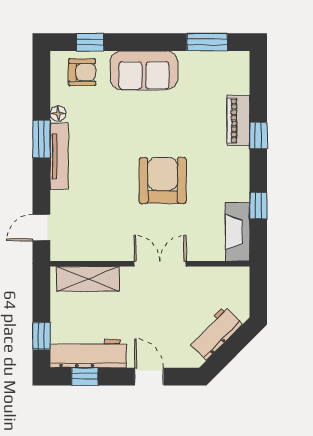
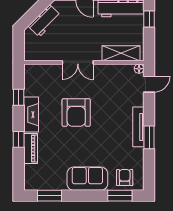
window: (90, 42) -> (120, 196), width x1.50
armchair: (82, 72) -> (125, 178), turned 90
floor lamp: (58, 113) -> (139, 69), moved
fireplace: (238, 232) -> (31, 115), moved

